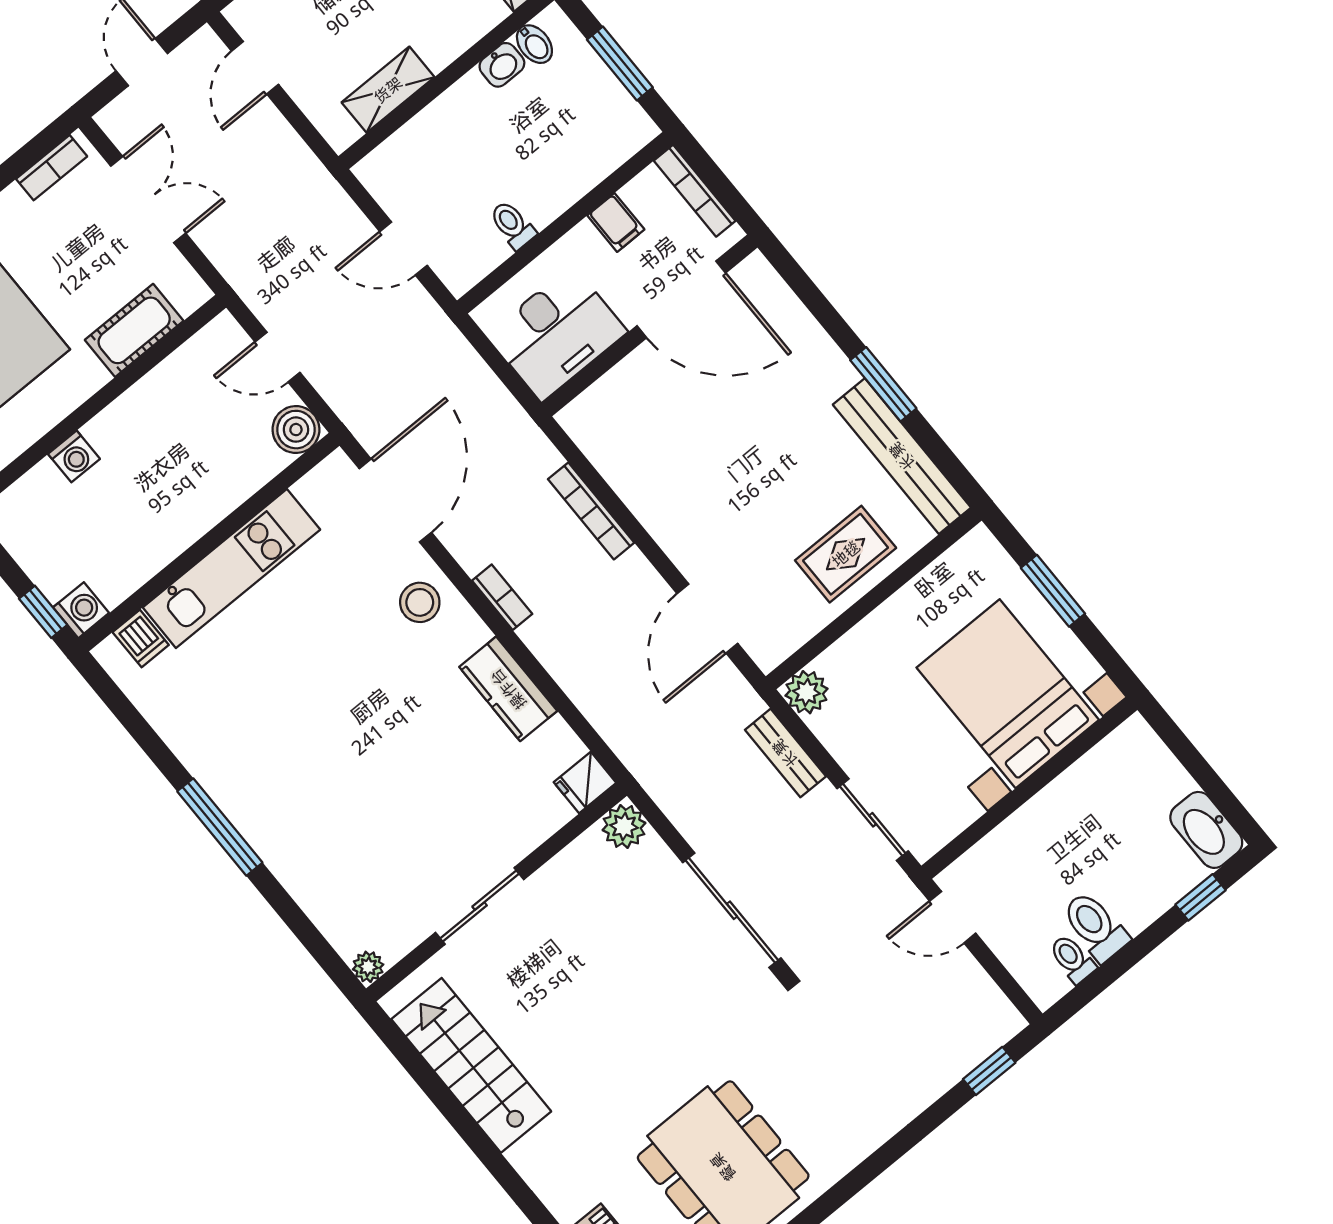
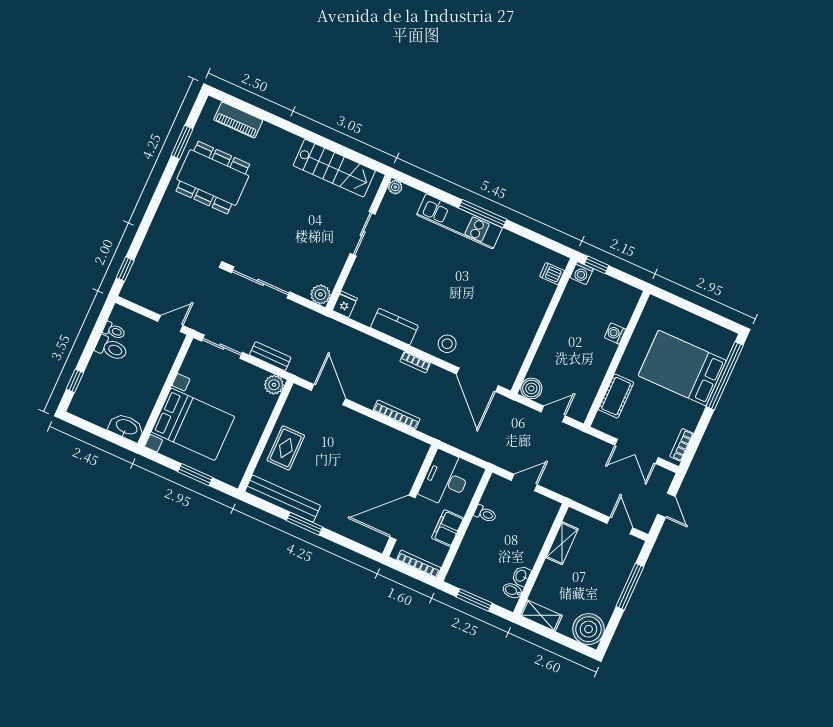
filing cabinet: (616, 222) -> (447, 528), width x2.00
kitchen unit: (231, 568) -> (459, 221), moved, turned -90
washbasin: (1206, 830) -> (126, 427), moved

